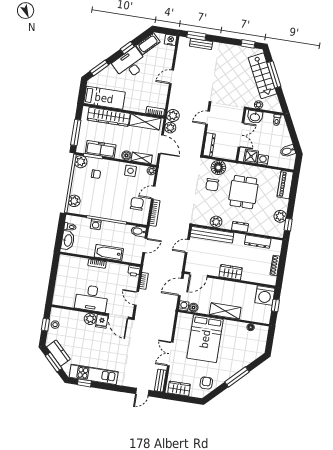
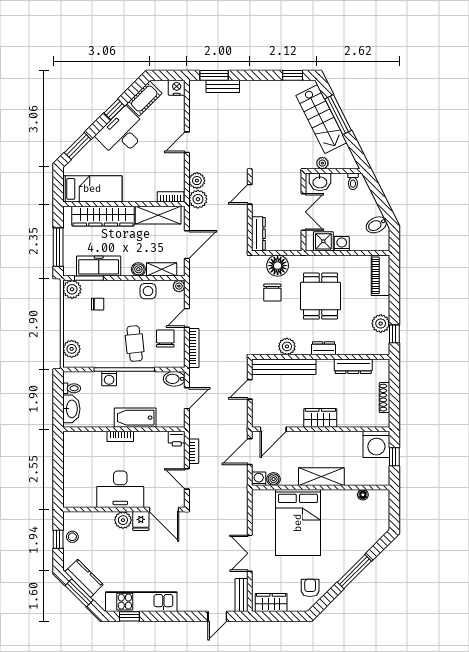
plant: (170, 128) -> (197, 181), moved
door: (161, 144) -> (187, 245), hinge flipped
cafe table: (116, 204) -> (135, 344), added

